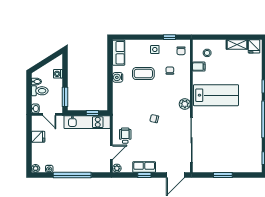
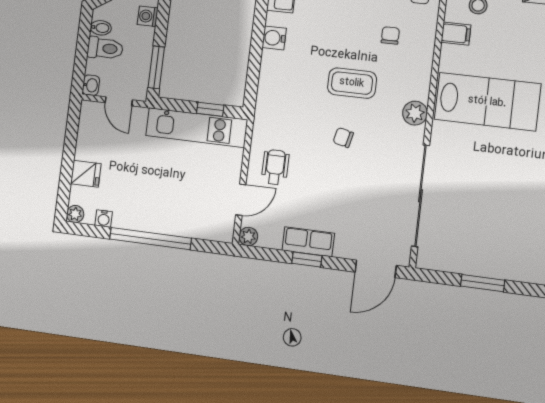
coffee table: (143, 74) -> (352, 83), moved
fridge: (38, 137) -> (86, 174), moved

